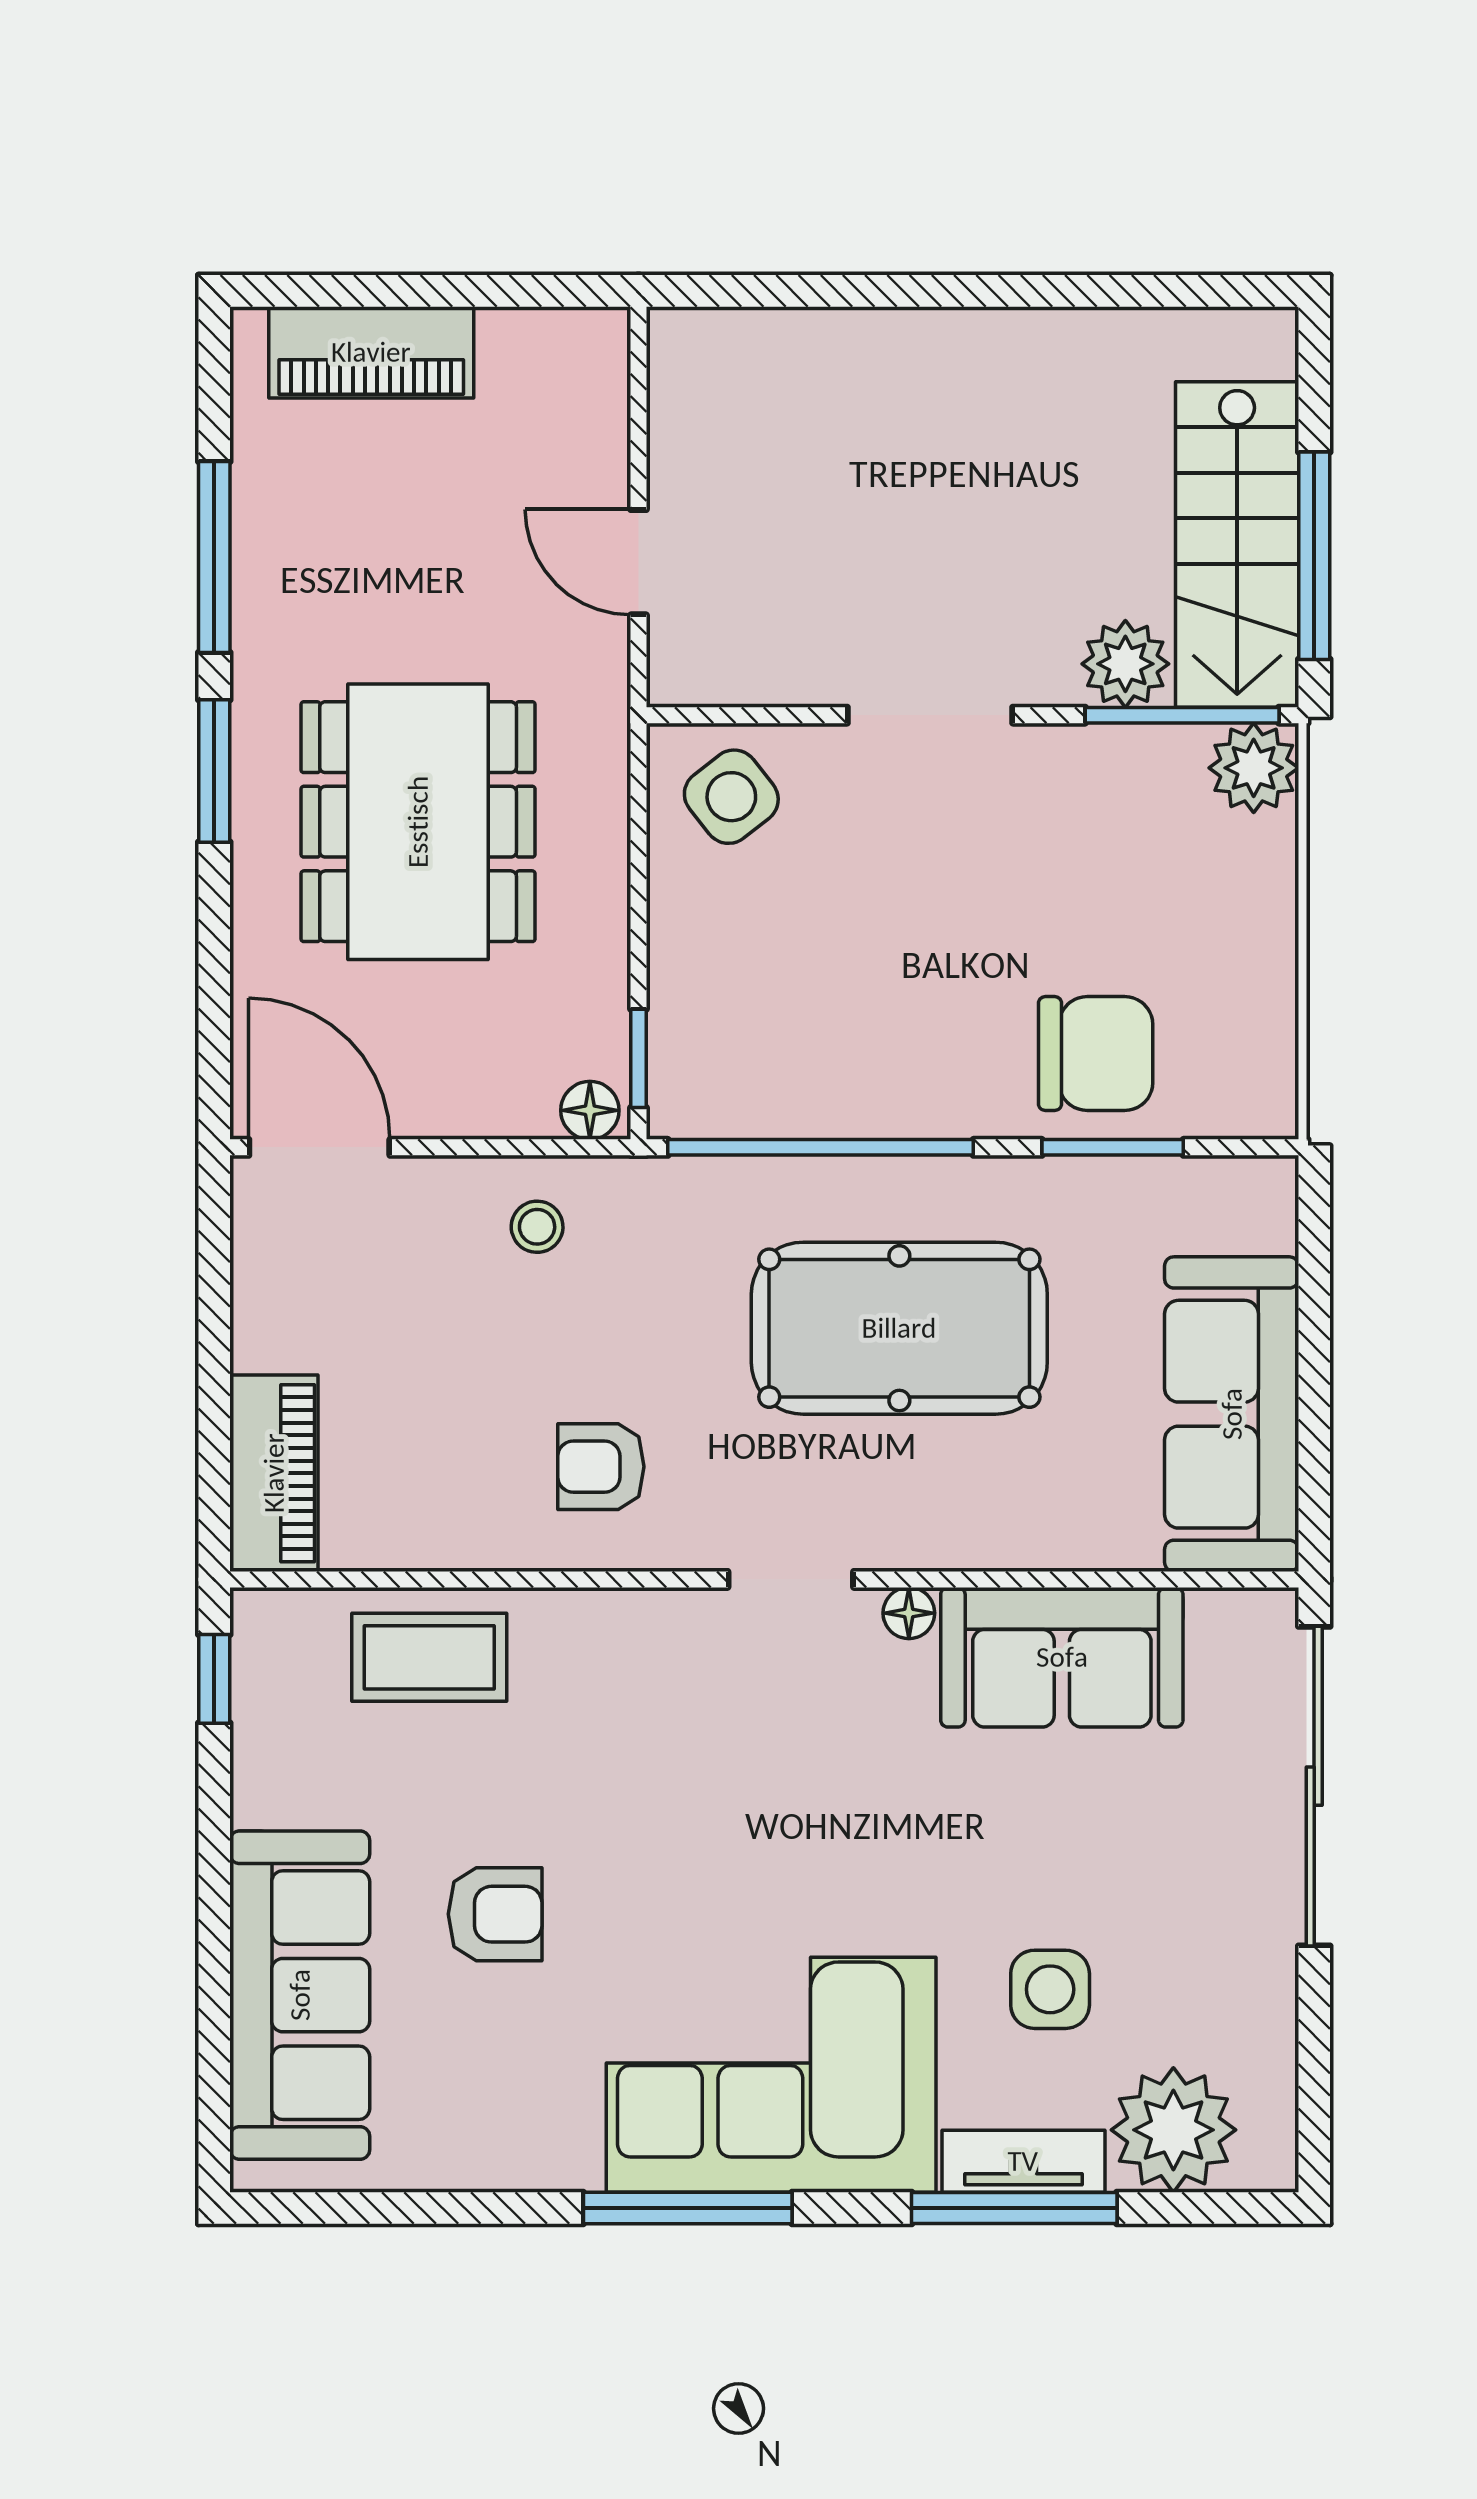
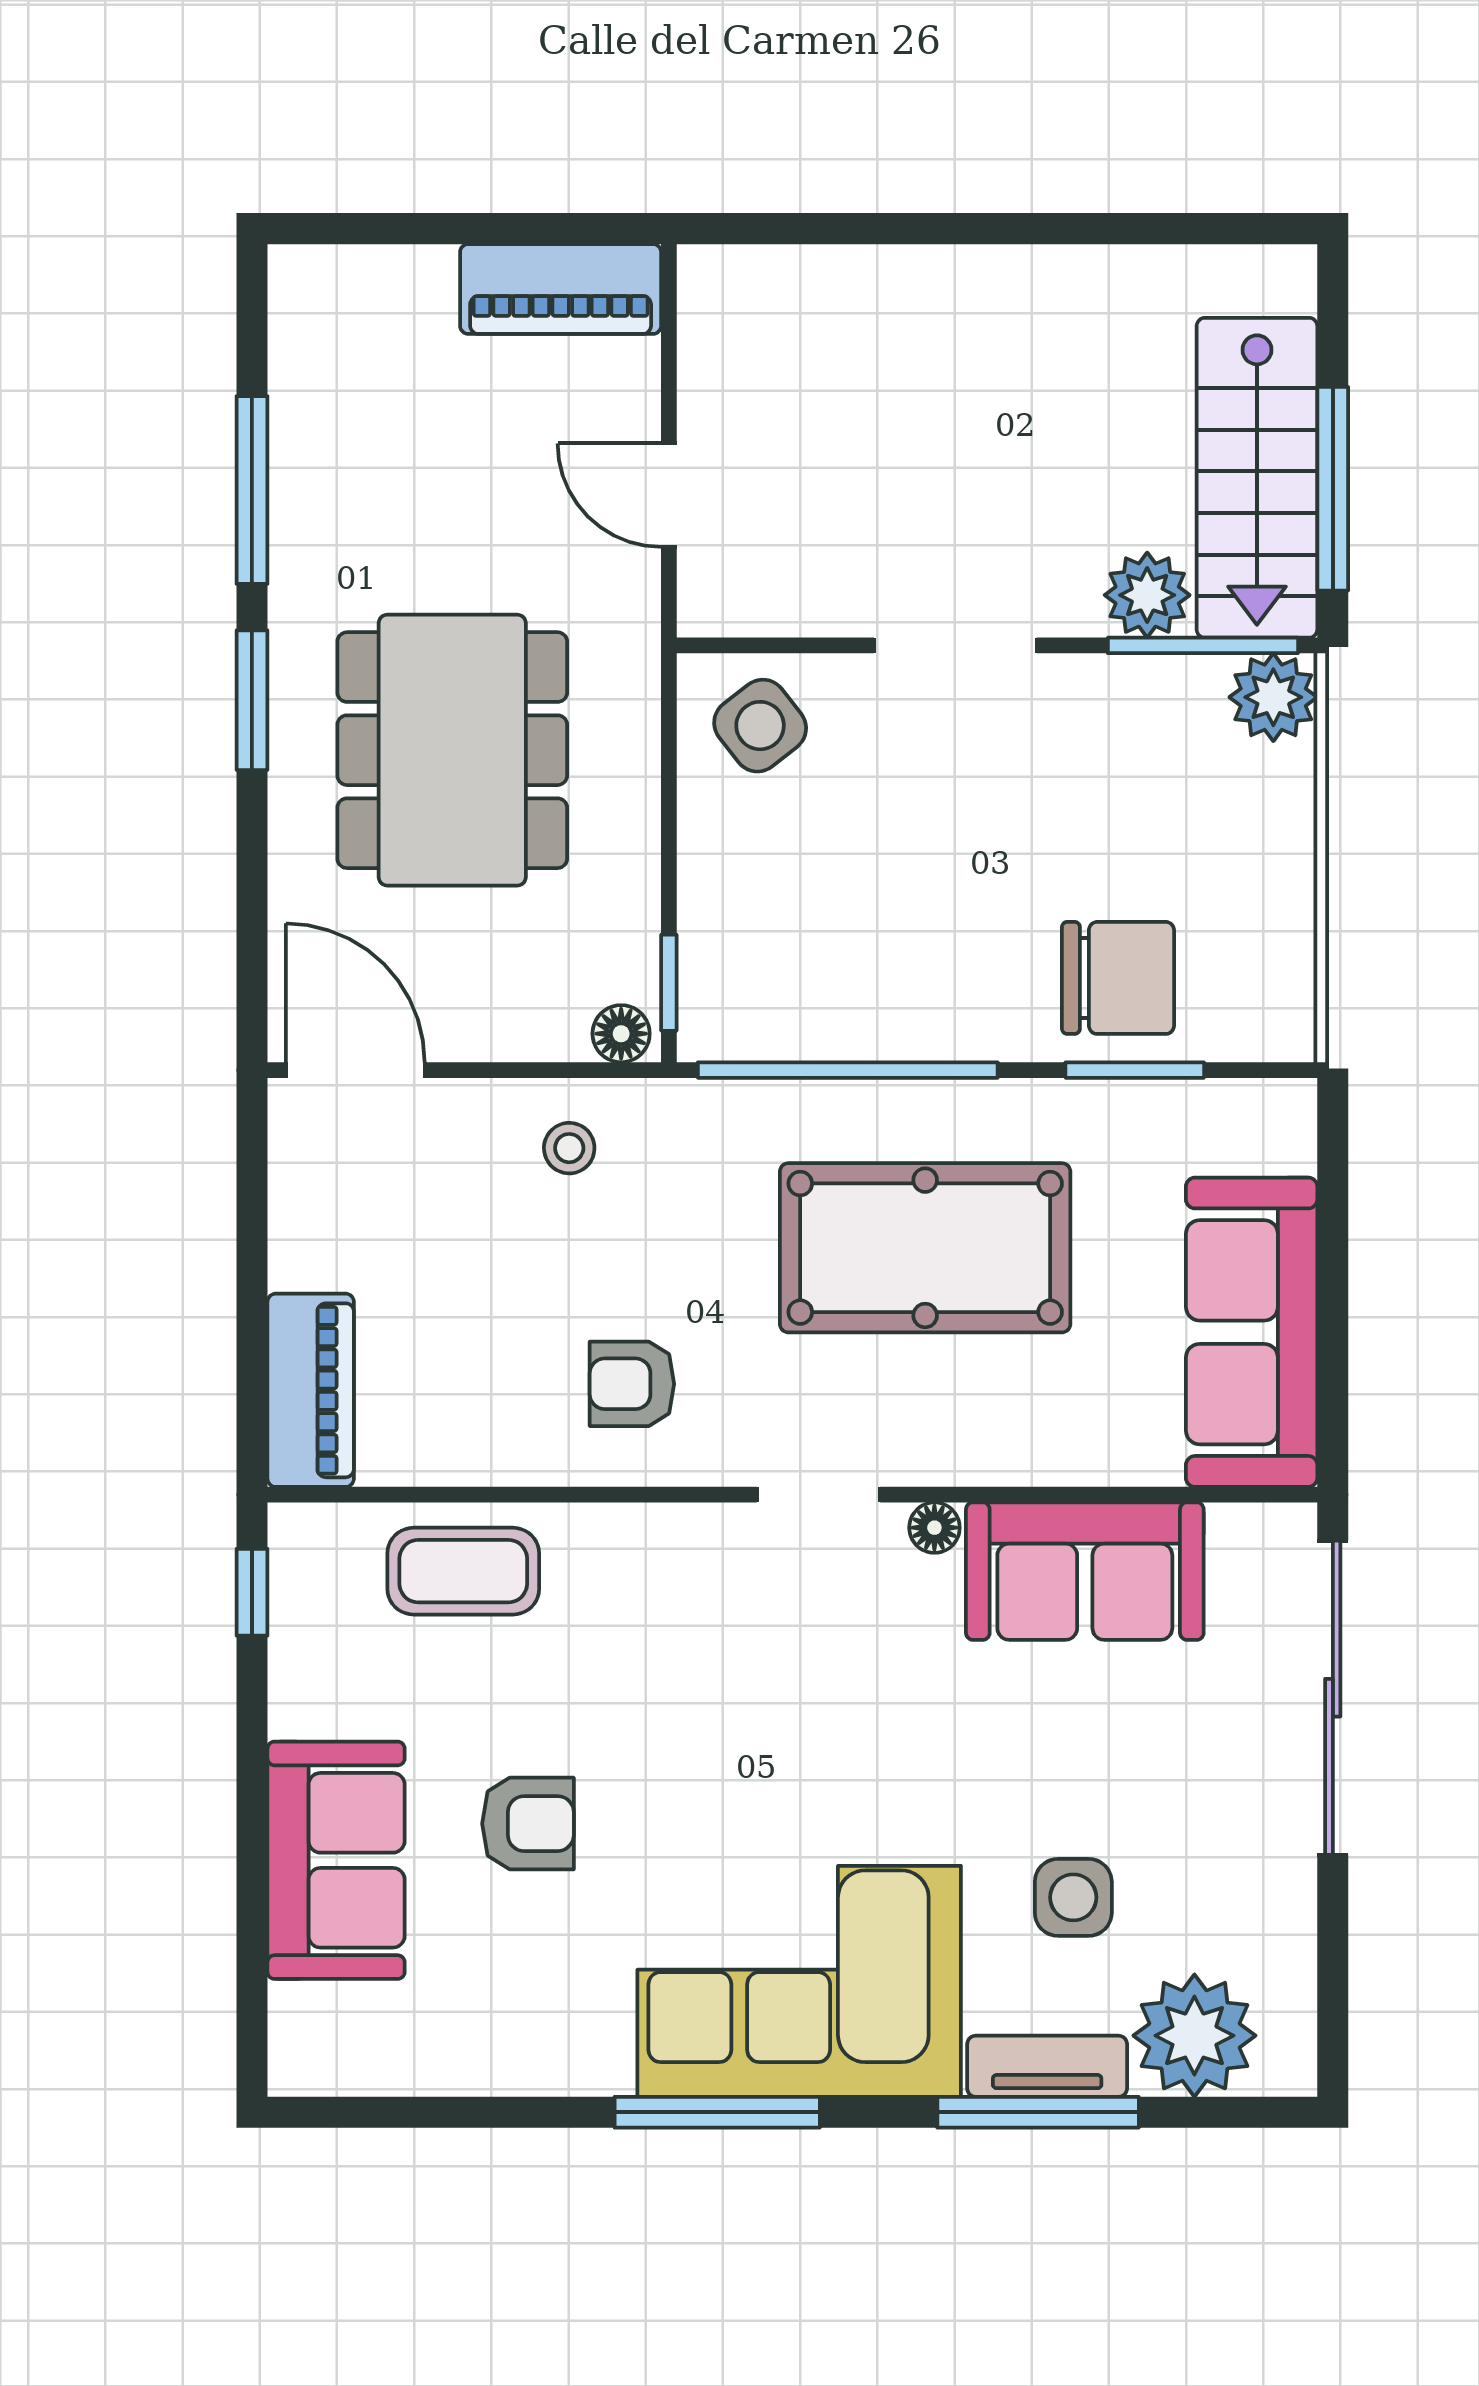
piano: (371, 352) -> (561, 289), moved
sofa: (300, 1995) -> (336, 1860), width x0.73

